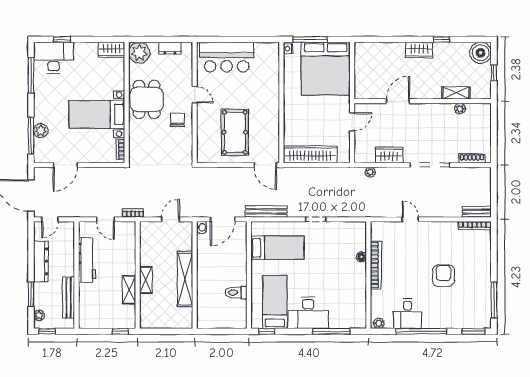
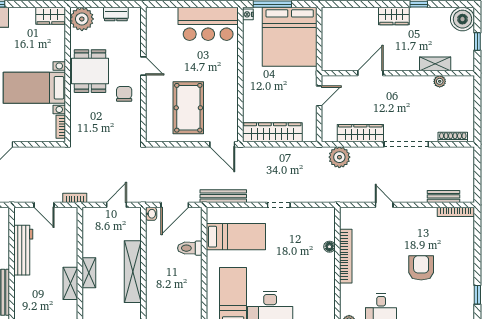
bar counter: (227, 57) -> (208, 24), moved
wardrobe: (389, 155) -> (360, 133), width x1.50
plant: (370, 172) -> (339, 157), width x1.88, depth x1.88
bench: (477, 212) -> (444, 196), moved
toilet: (236, 293) -> (190, 248), moved
window: (494, 300) -> (477, 295), width x0.46

